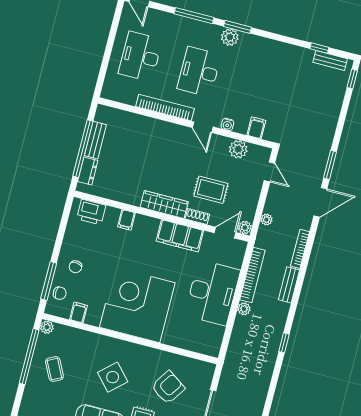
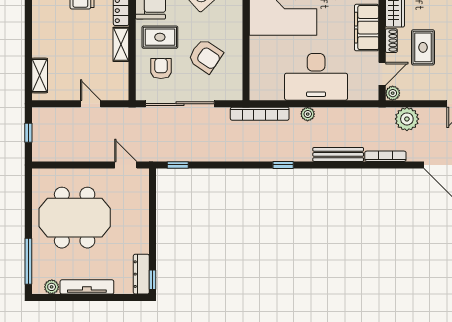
plant: (266, 220) -> (407, 119), width x1.87, depth x1.87
door: (225, 233) -> (382, 74), hinge flipped
bookcase: (252, 275) -> (260, 114), moved
bench: (289, 285) -> (338, 154), width x1.36

